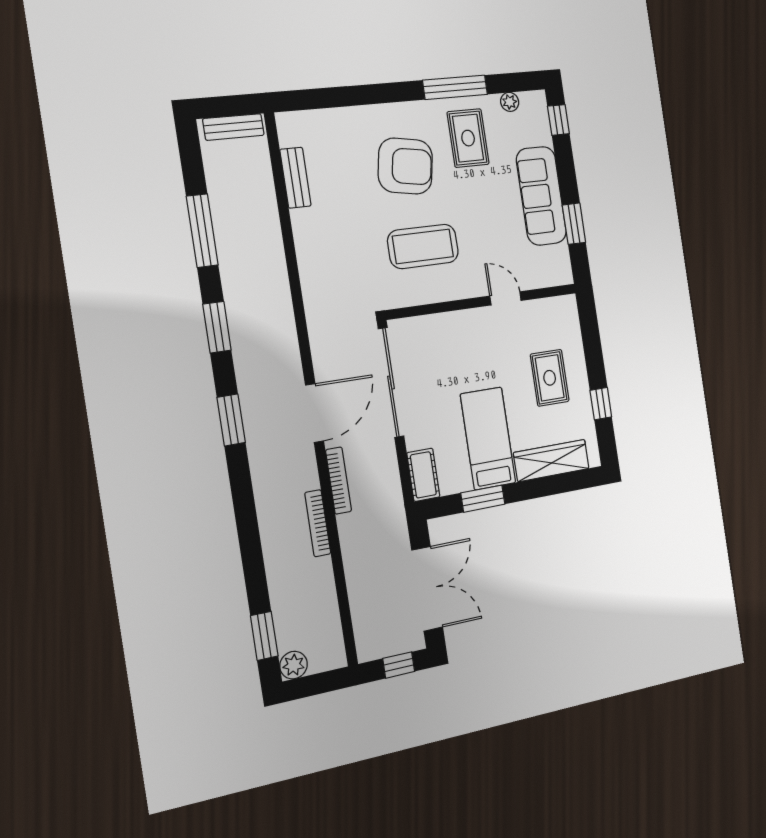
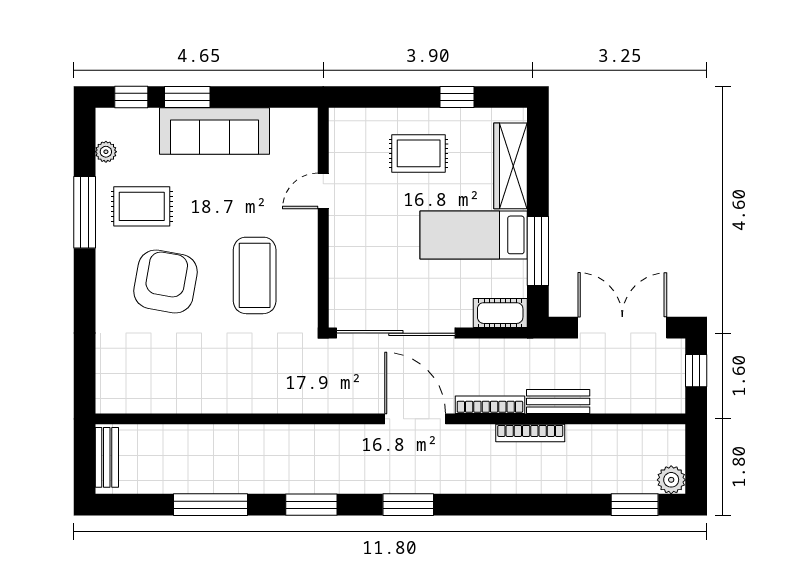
bench: (295, 178) -> (558, 401), moved
window: (574, 224) -> (187, 97), moved
window: (483, 499) -> (538, 251), width x1.44

